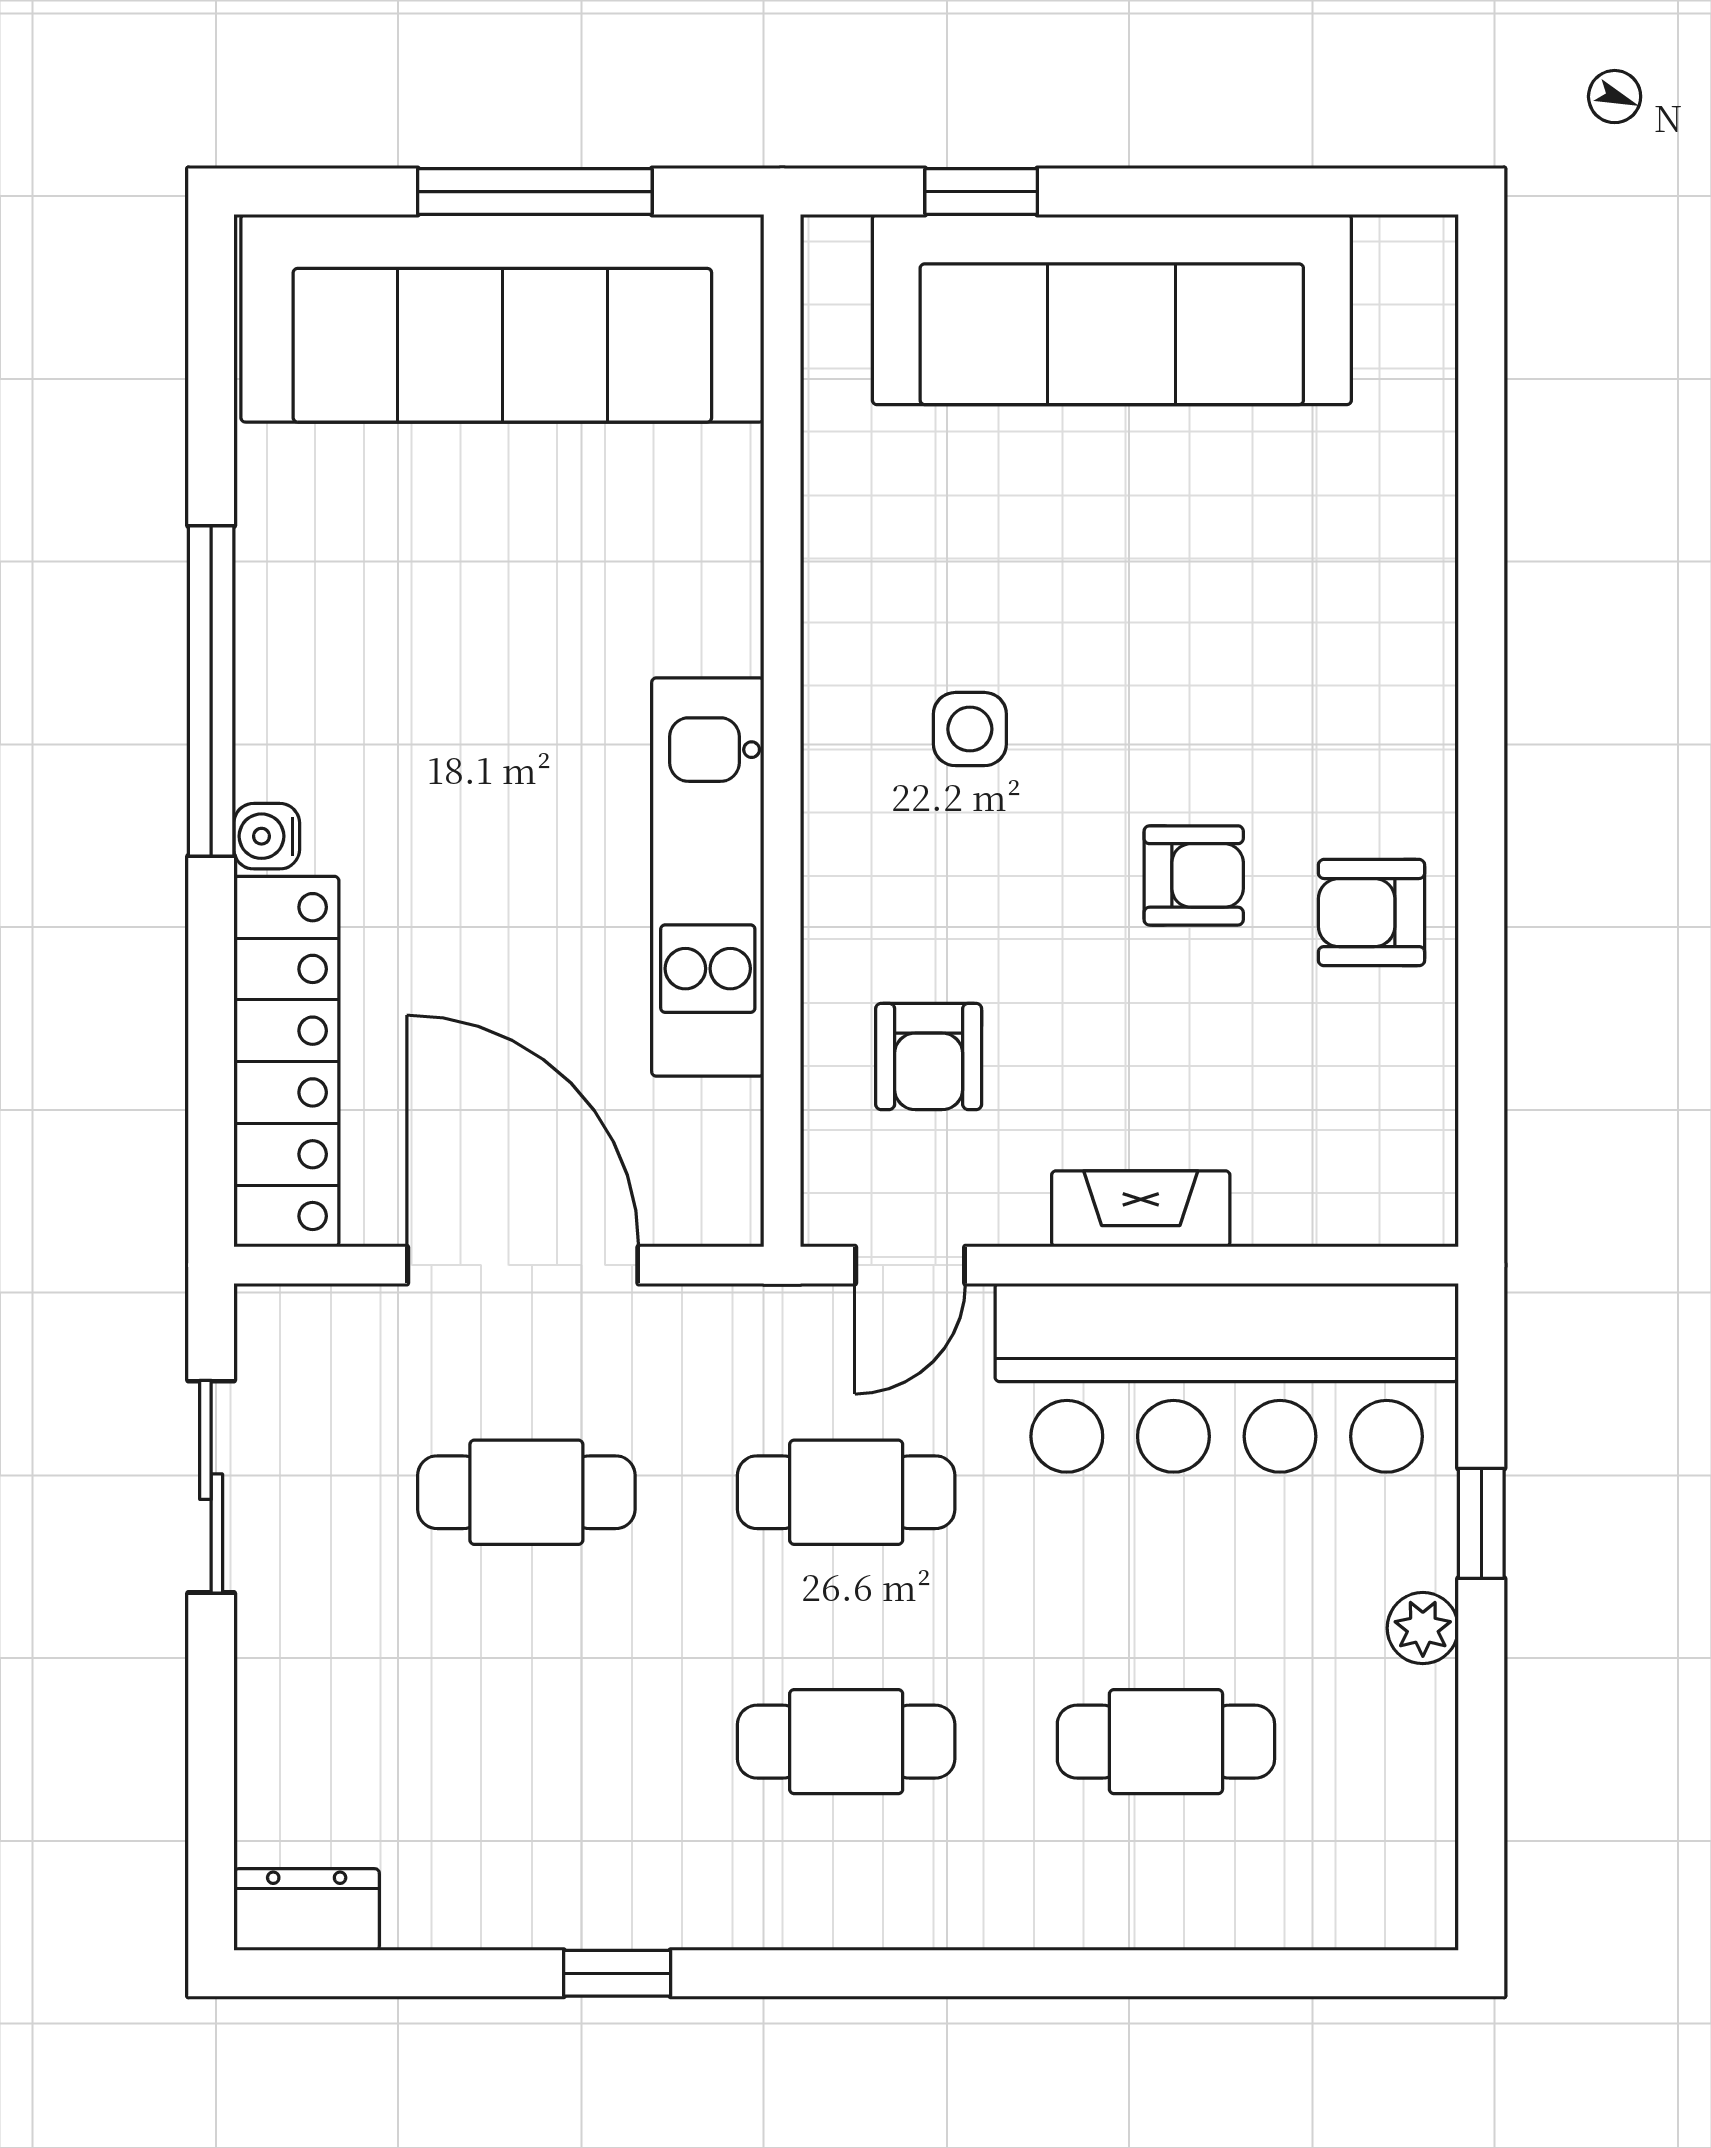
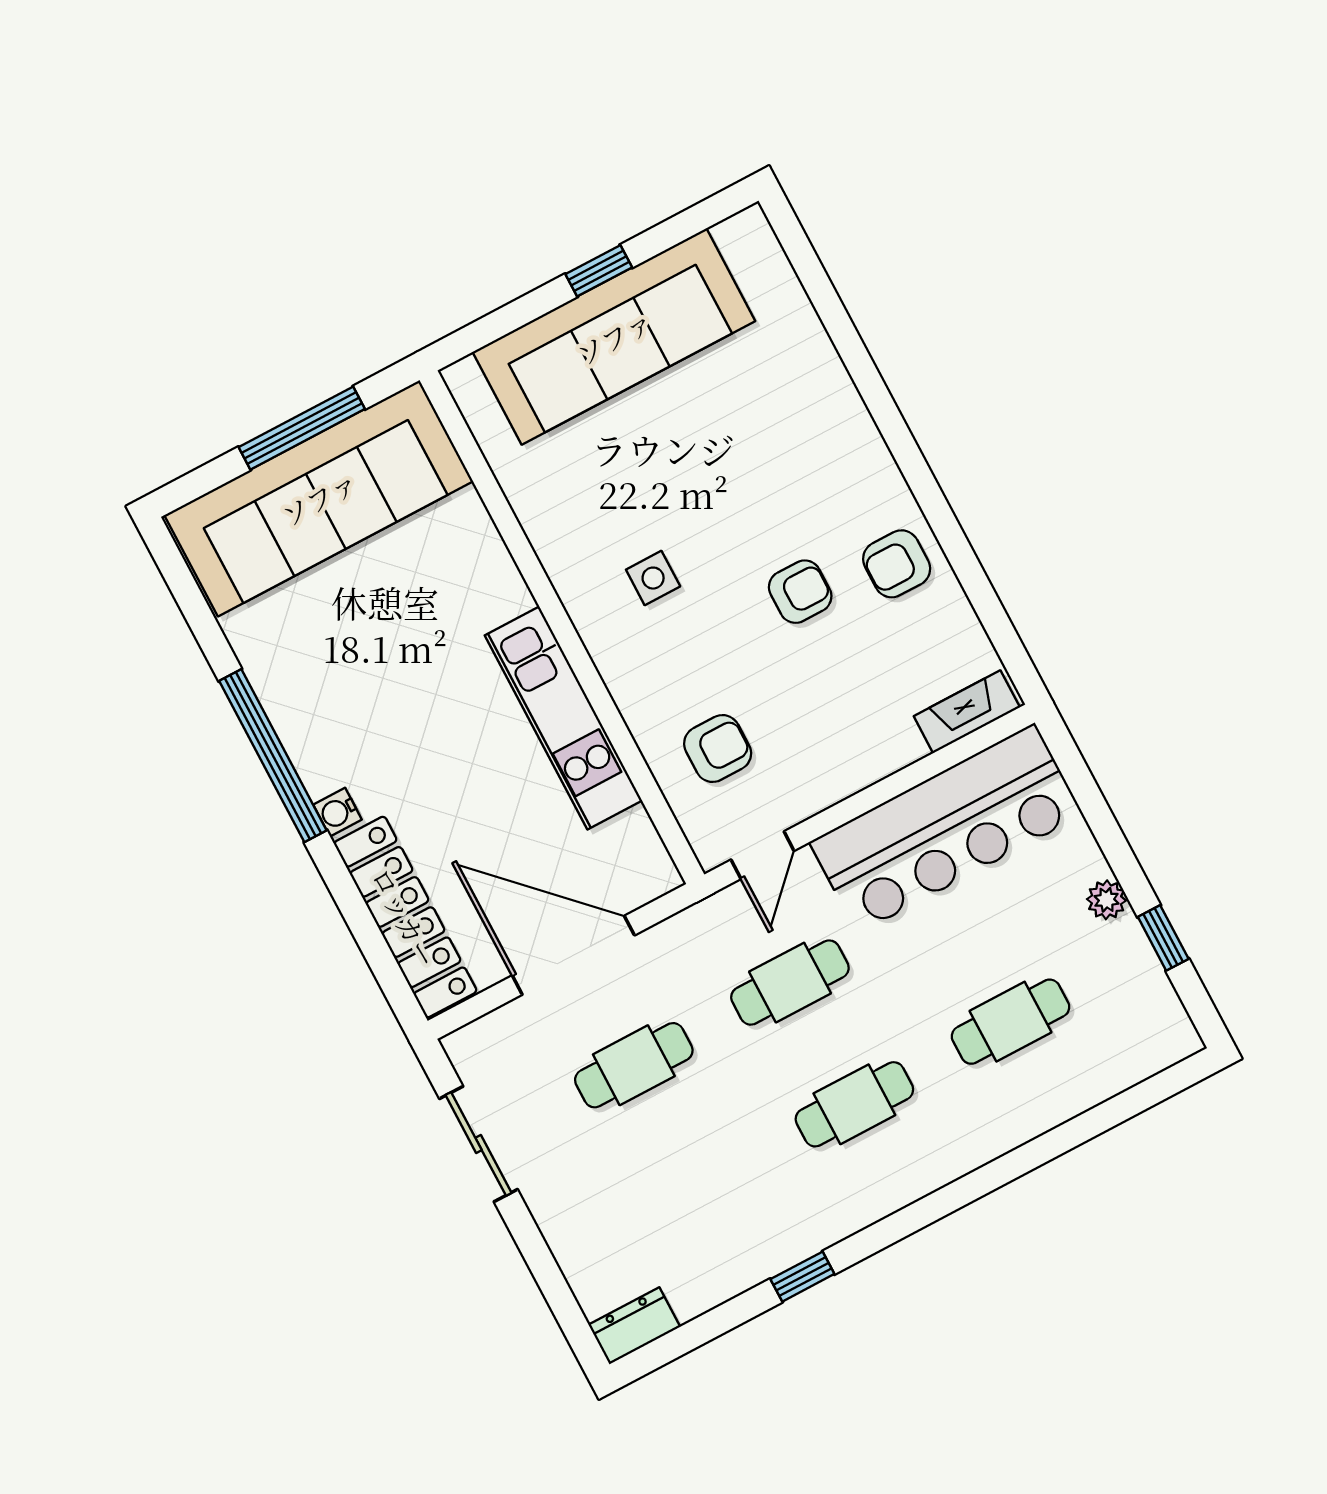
window: (981, 192) -> (599, 271), moved
armchair: (929, 1056) -> (718, 749), turned -90
fireplace: (1141, 1209) -> (967, 712), moved
window: (1481, 1523) -> (1163, 938), moved

